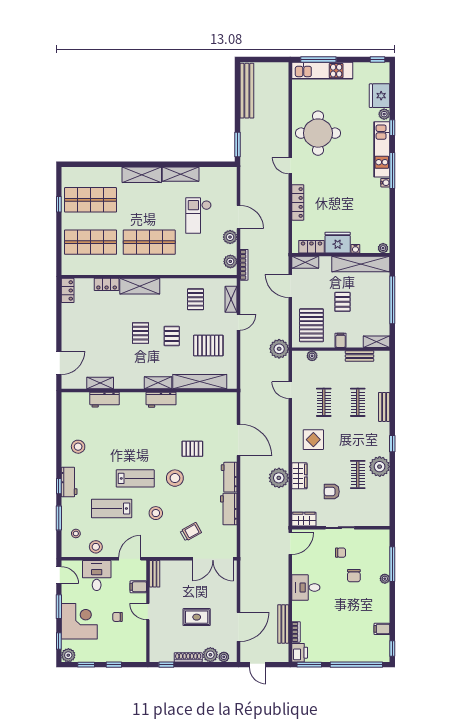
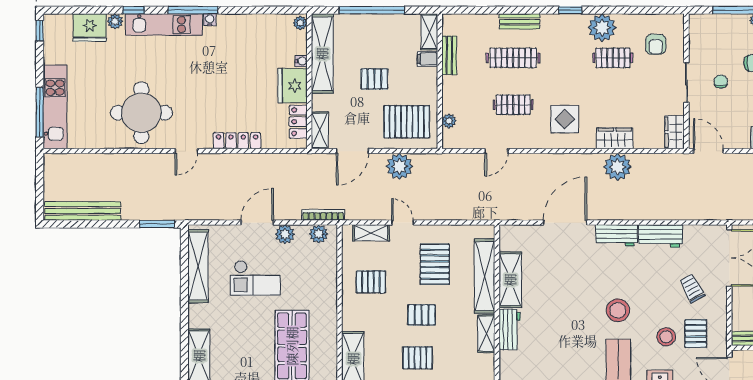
shelving: (181, 174) -> (198, 266), moved, width x1.47
filing cabinet: (341, 340) -> (427, 59), moved
plant: (279, 349) -> (399, 166), moved
shelving: (197, 400) -> (510, 280), added
clothes rail: (358, 402) -> (513, 58), width x1.36
pallet: (192, 449) -> (696, 334), moved
armchair: (332, 492) -> (656, 44), moved

